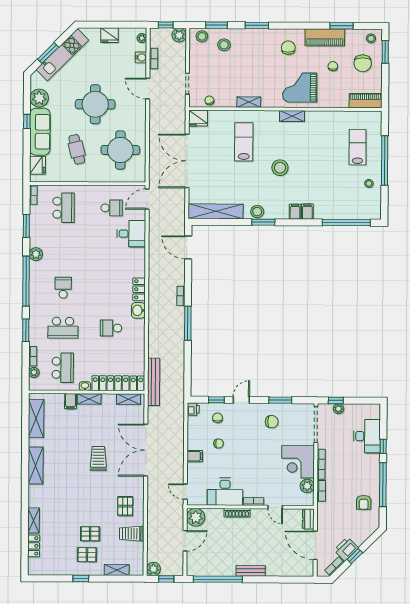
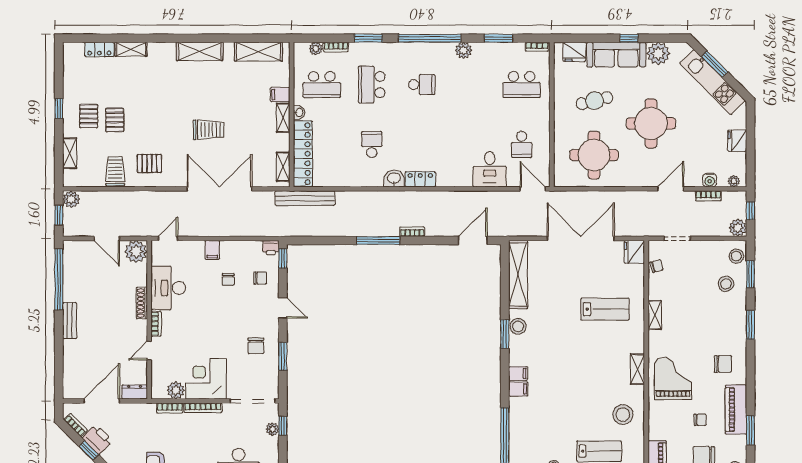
stool: (280, 168) -> (623, 415), moved
window: (216, 400) -> (283, 258), moved

